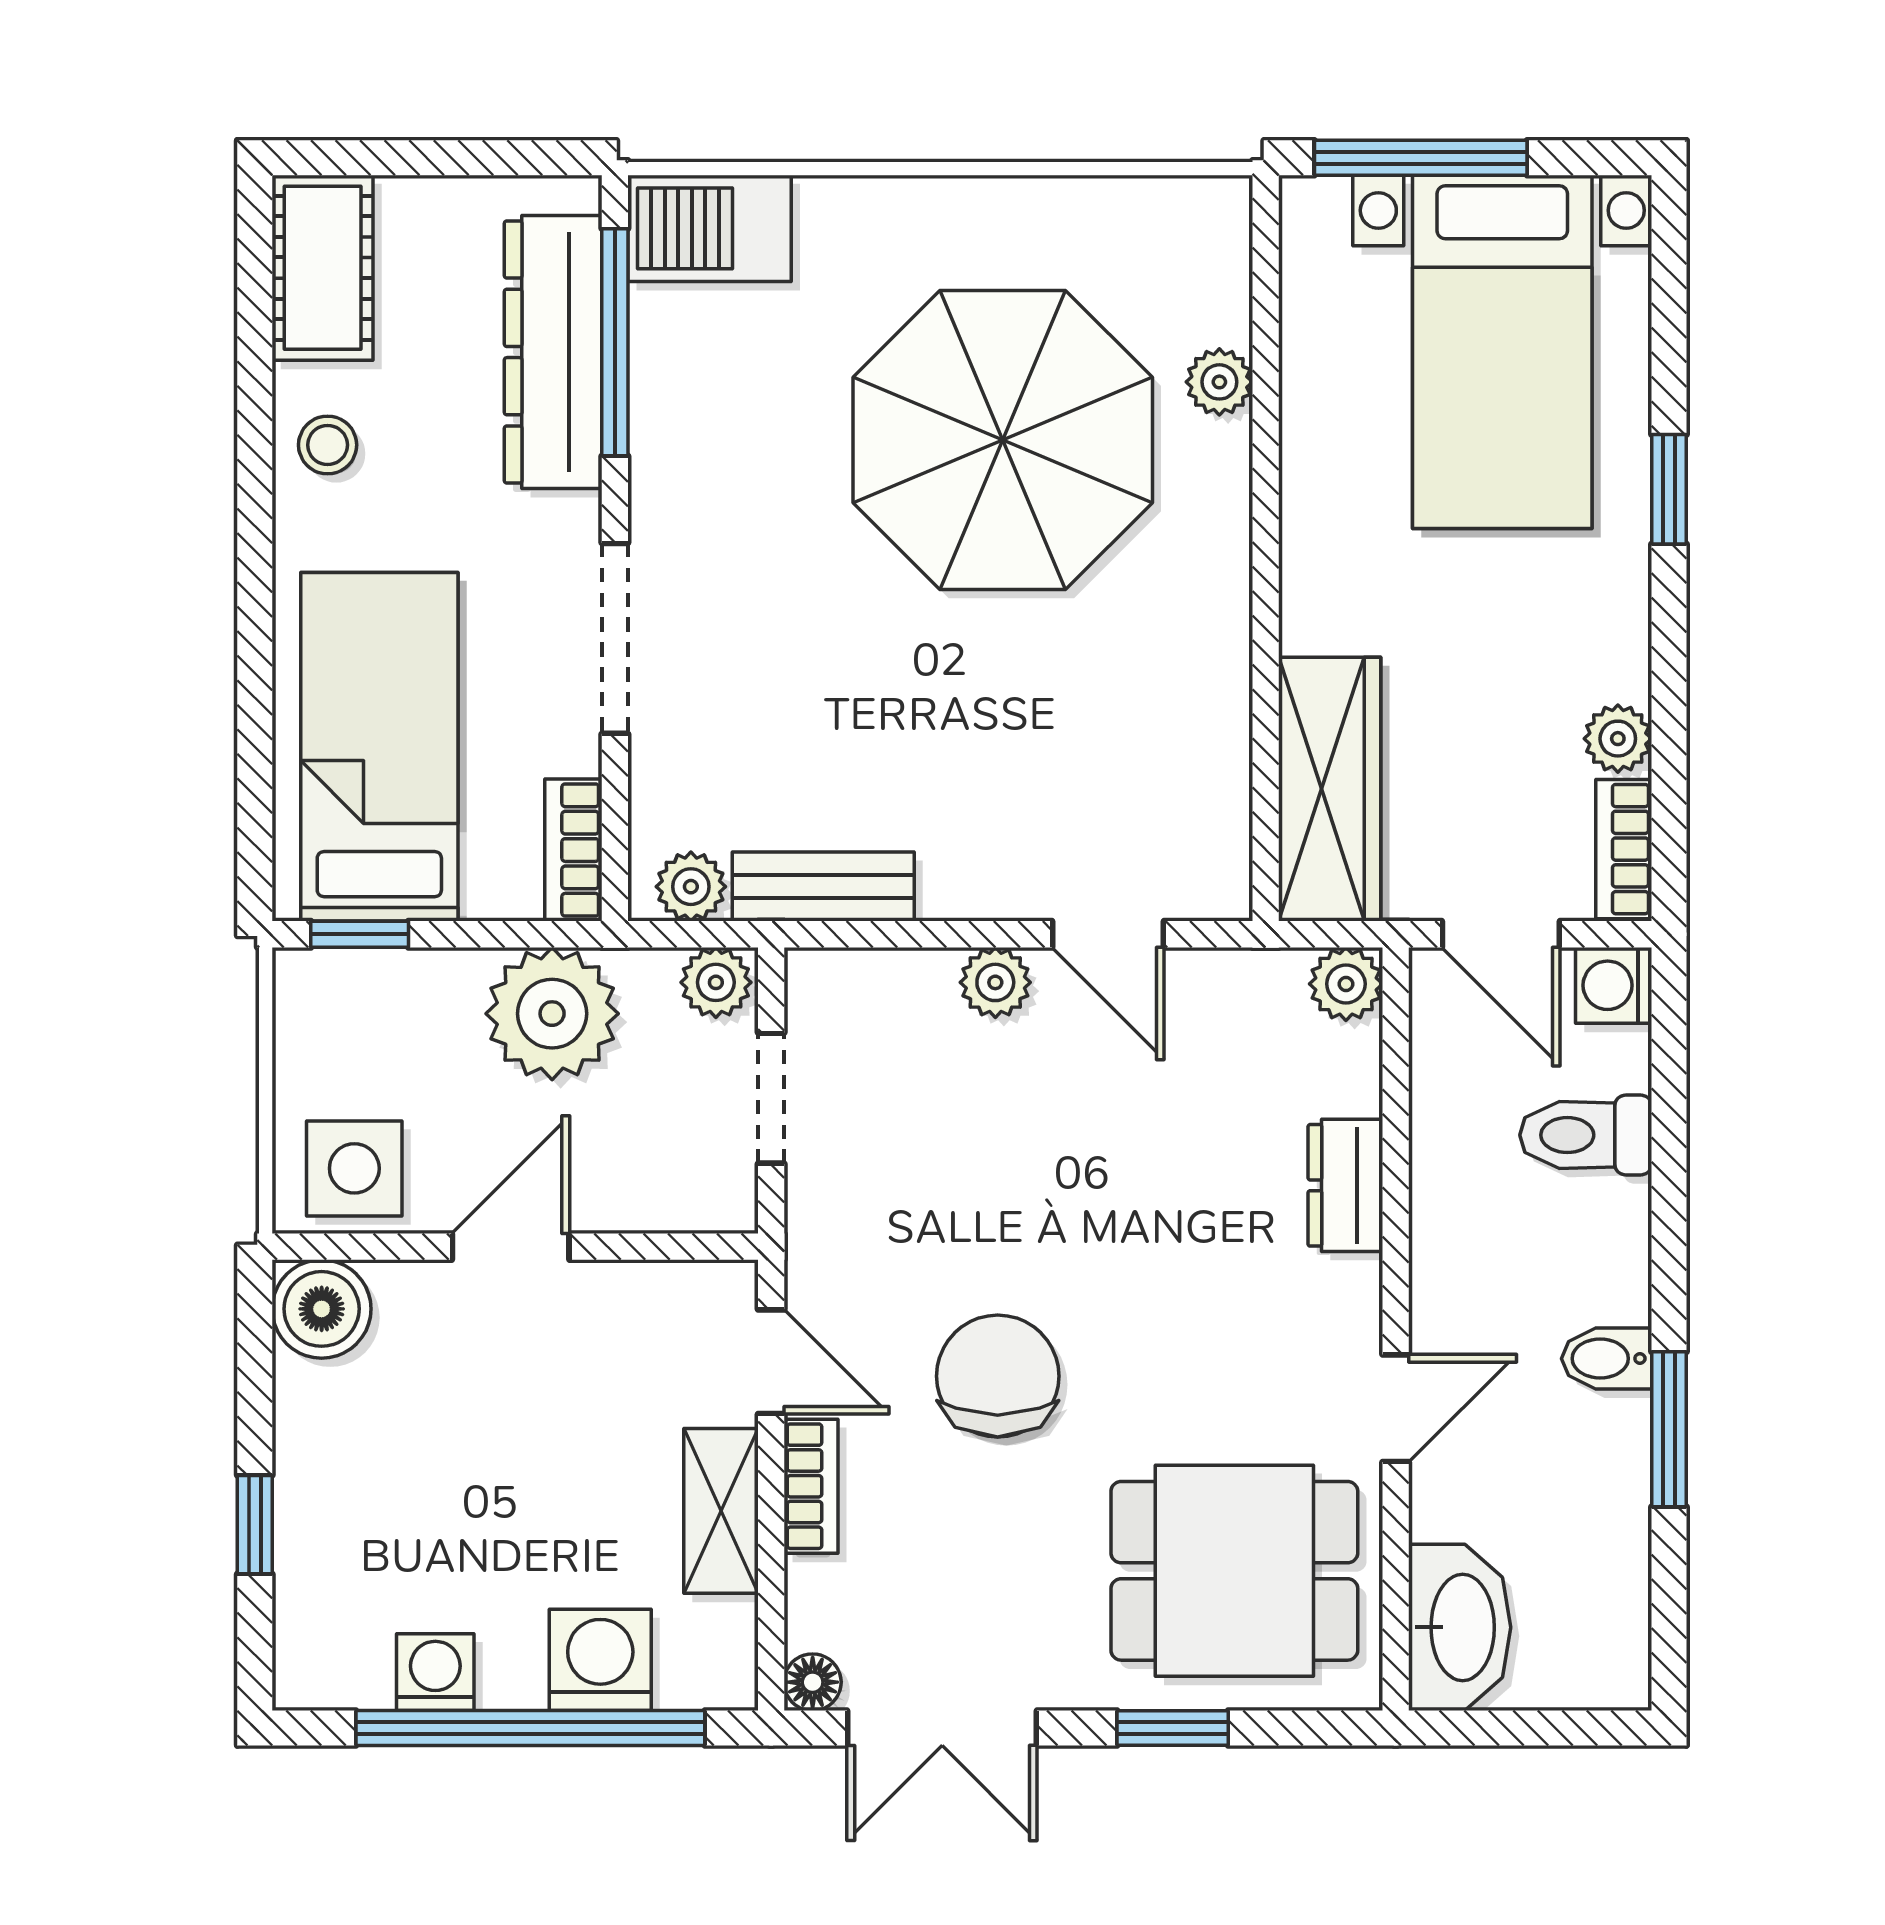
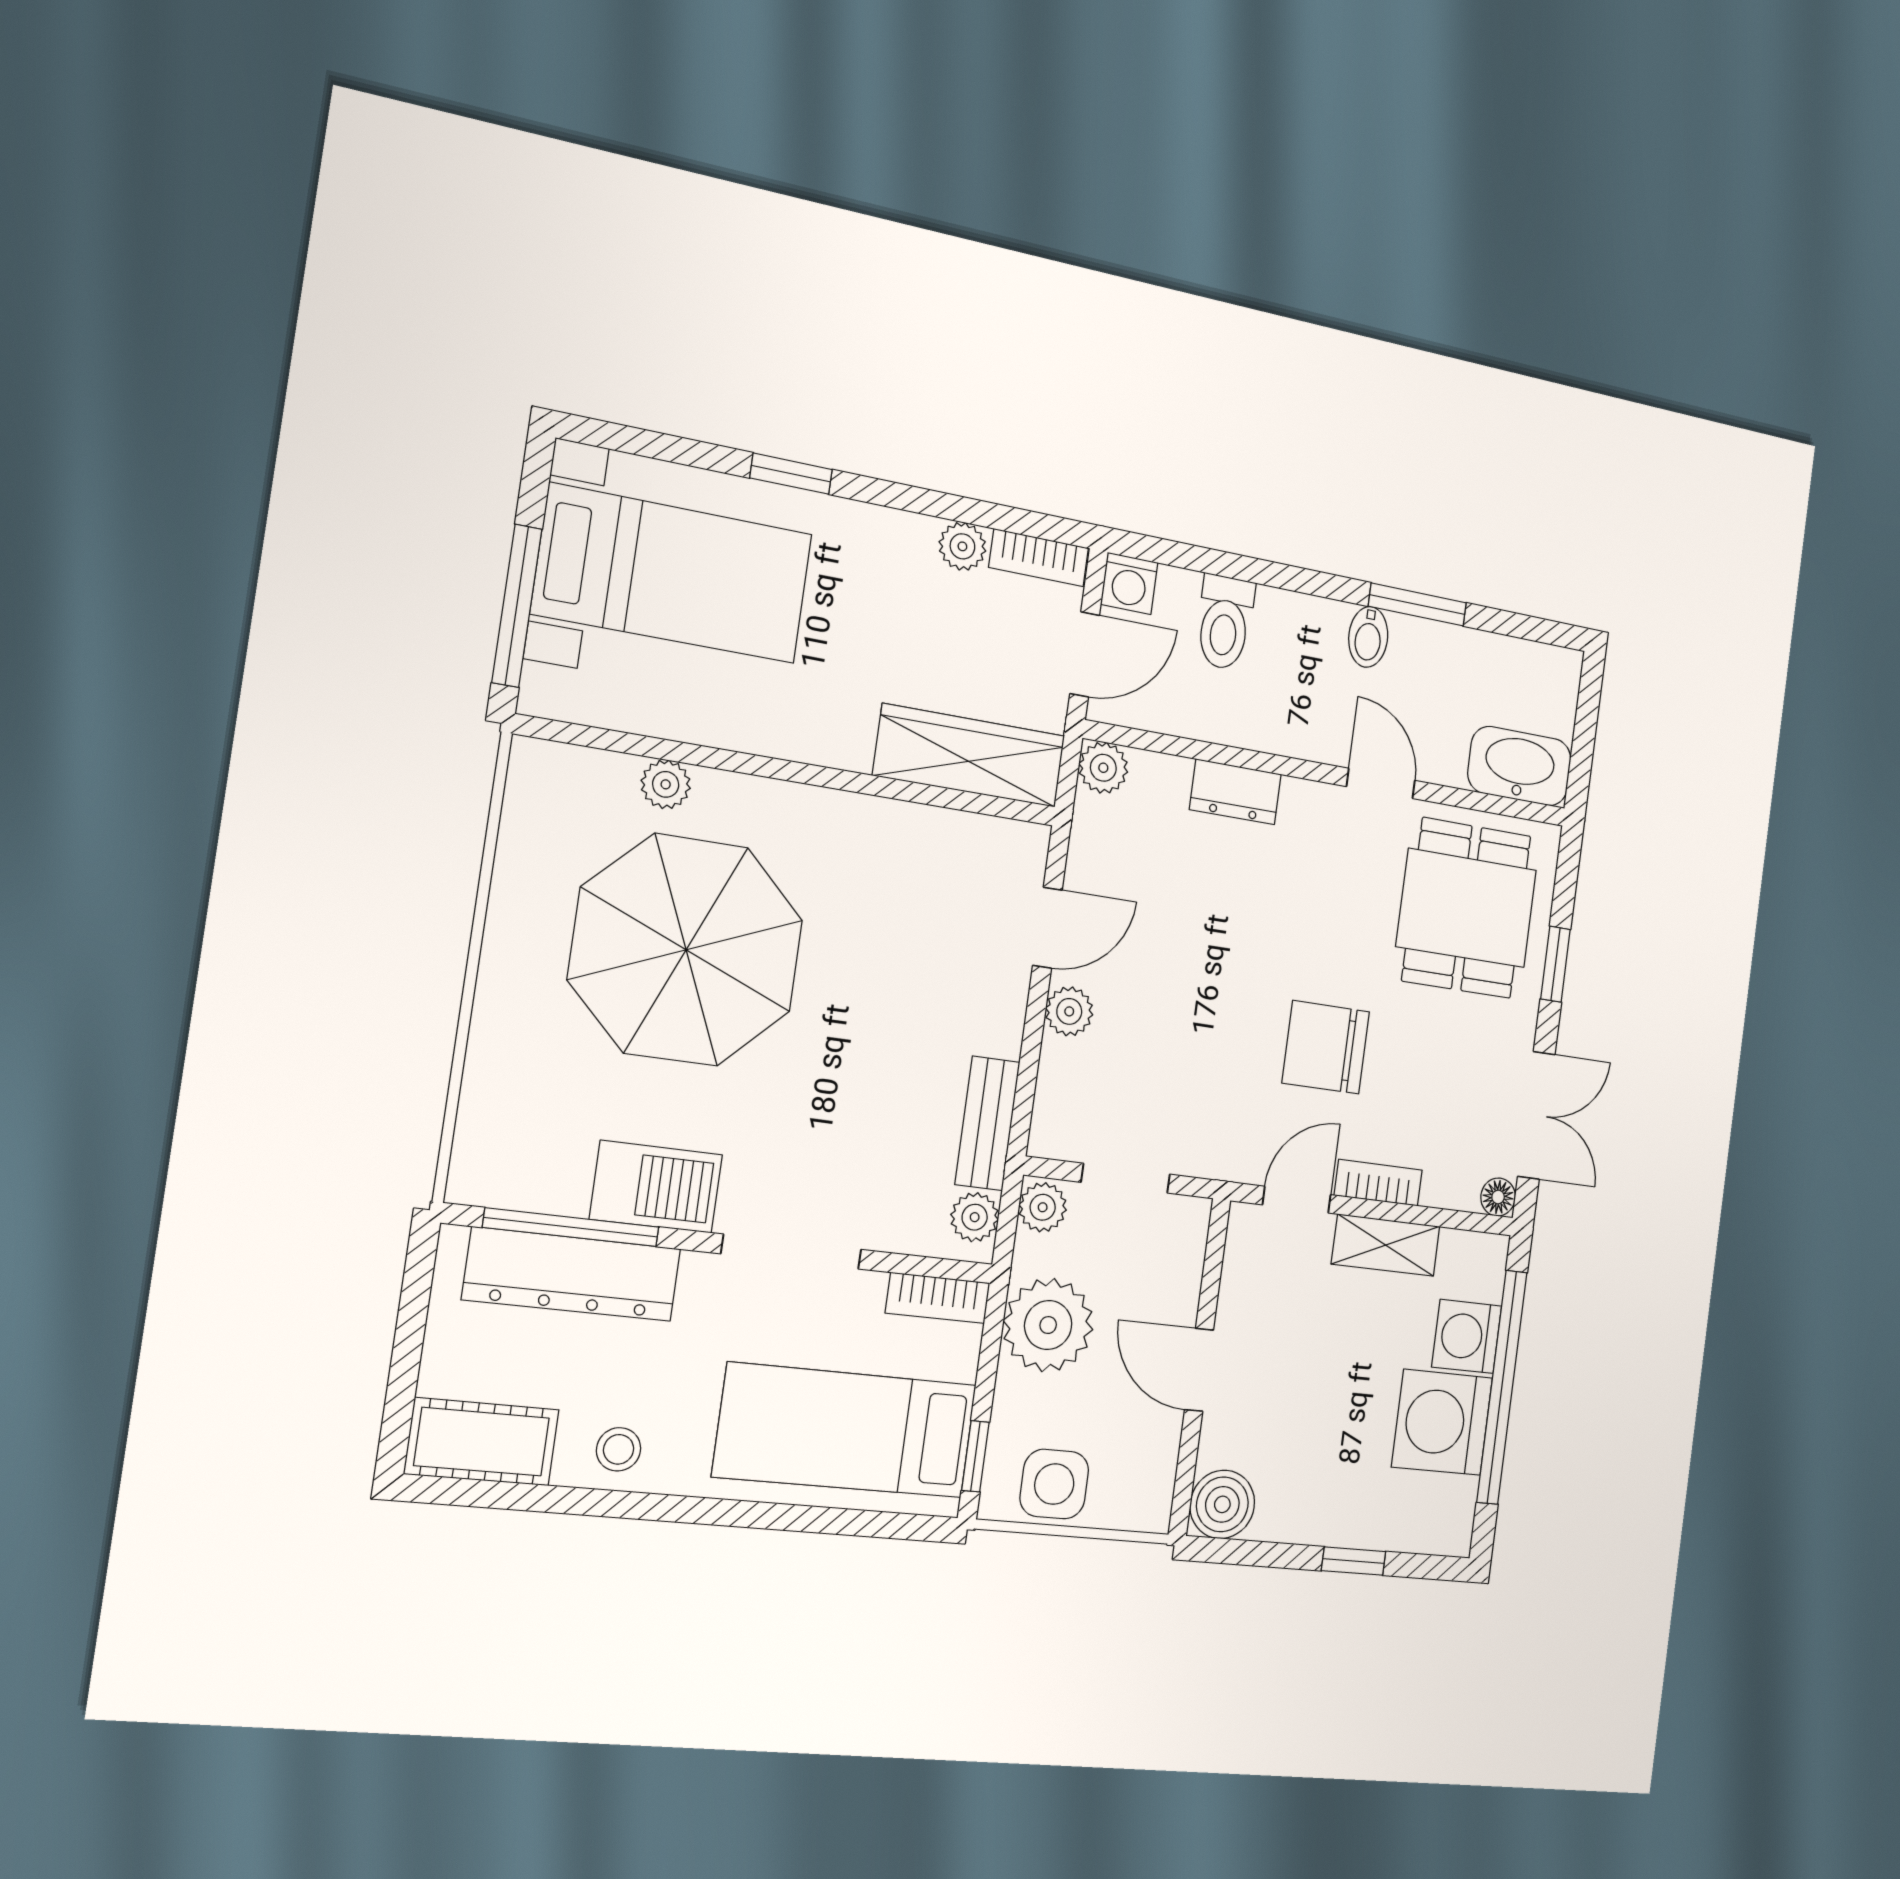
barbecue: (710, 228) -> (656, 1187), moved, turned -90
side table: (354, 1168) -> (1054, 1484), moved
washing machine: (435, 1672) -> (1442, 1422), width x1.89, depth x1.89

